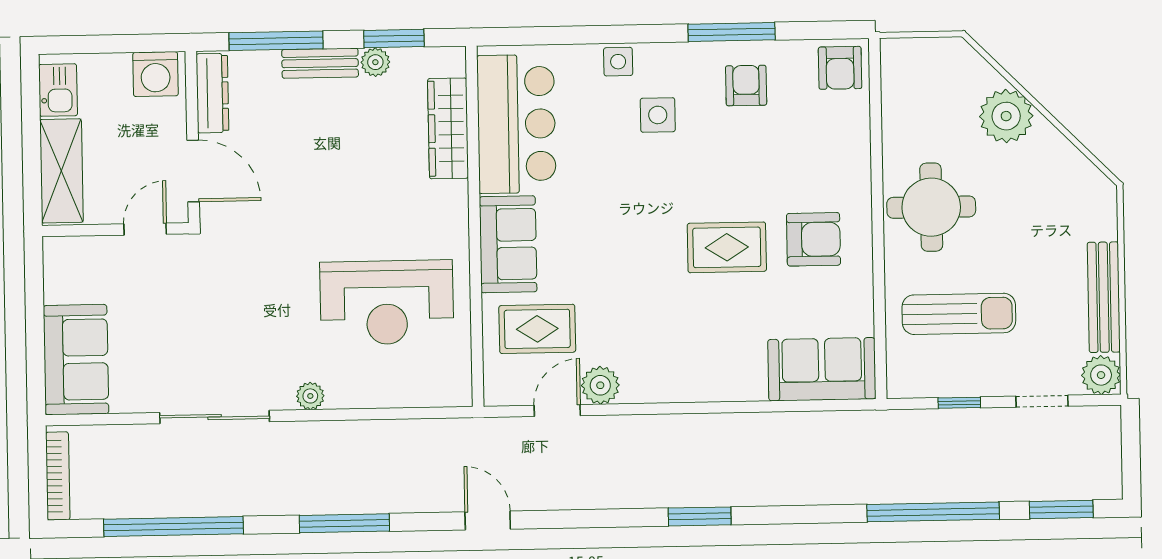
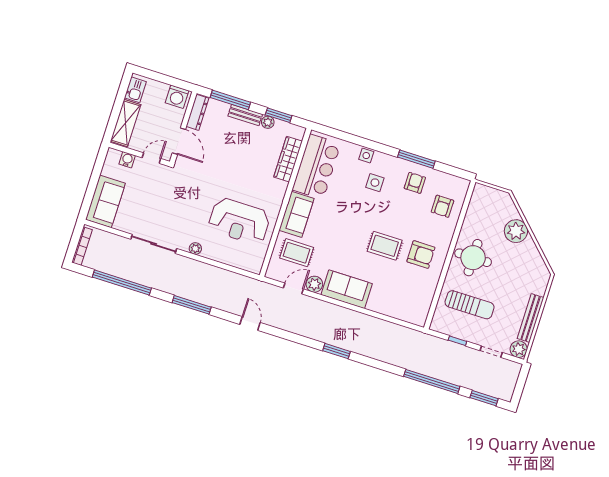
armchair: (840, 68) -> (442, 206), moved
water cooler: (93, 251) -> (127, 160), added
sofa: (822, 369) -> (347, 289), moved

